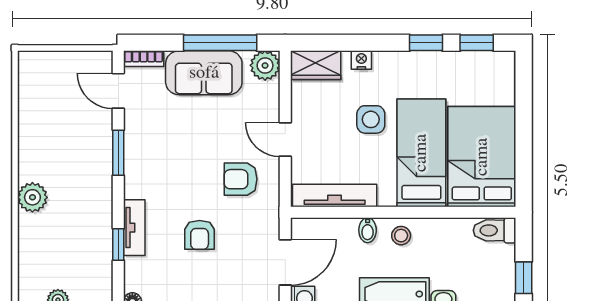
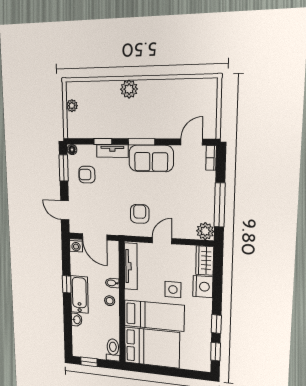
nightstand: (361, 60) -> (203, 287), width x1.89, depth x1.79
sofa: (204, 73) -> (151, 158), moved, turned -90
window: (118, 153) -> (141, 142), moved
armchair: (200, 235) -> (87, 175), moved

